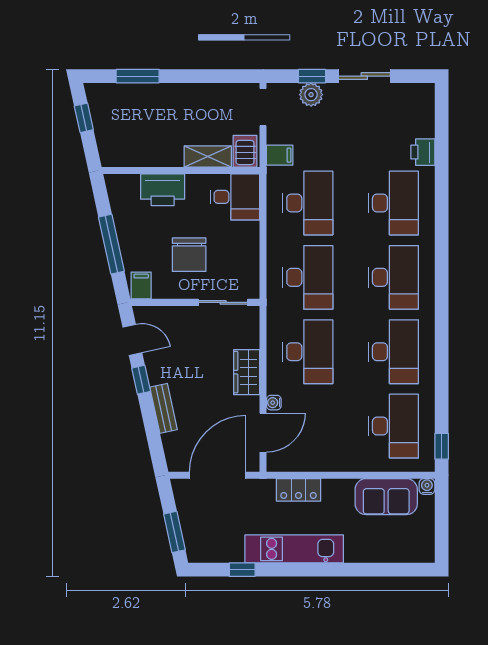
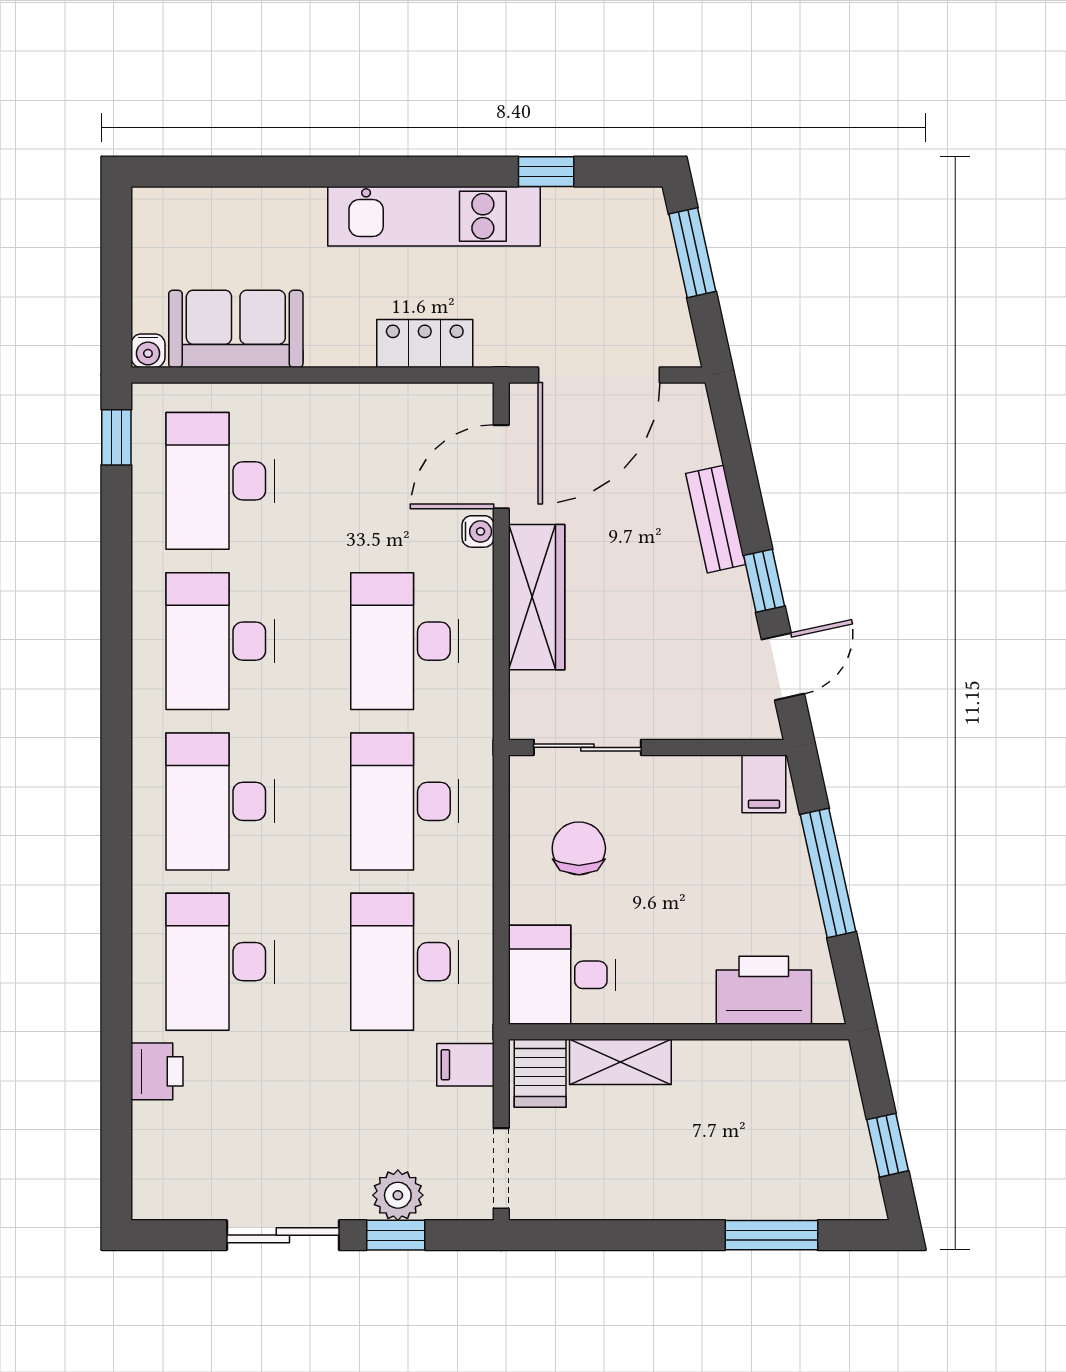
printer: (163, 190) -> (764, 990), moved
chair: (189, 255) -> (579, 848), moved, width x0.73, depth x0.73
door: (132, 340) -> (783, 667), swing flipped
wardrobe: (247, 372) -> (537, 597), width x1.50

